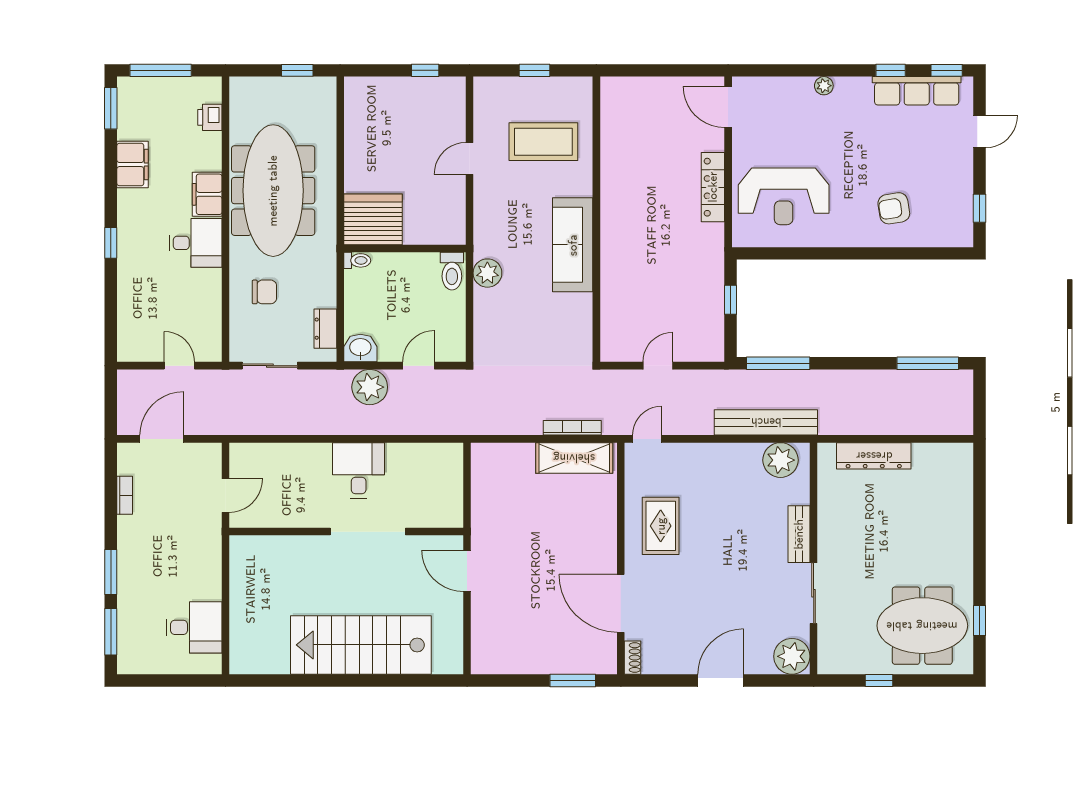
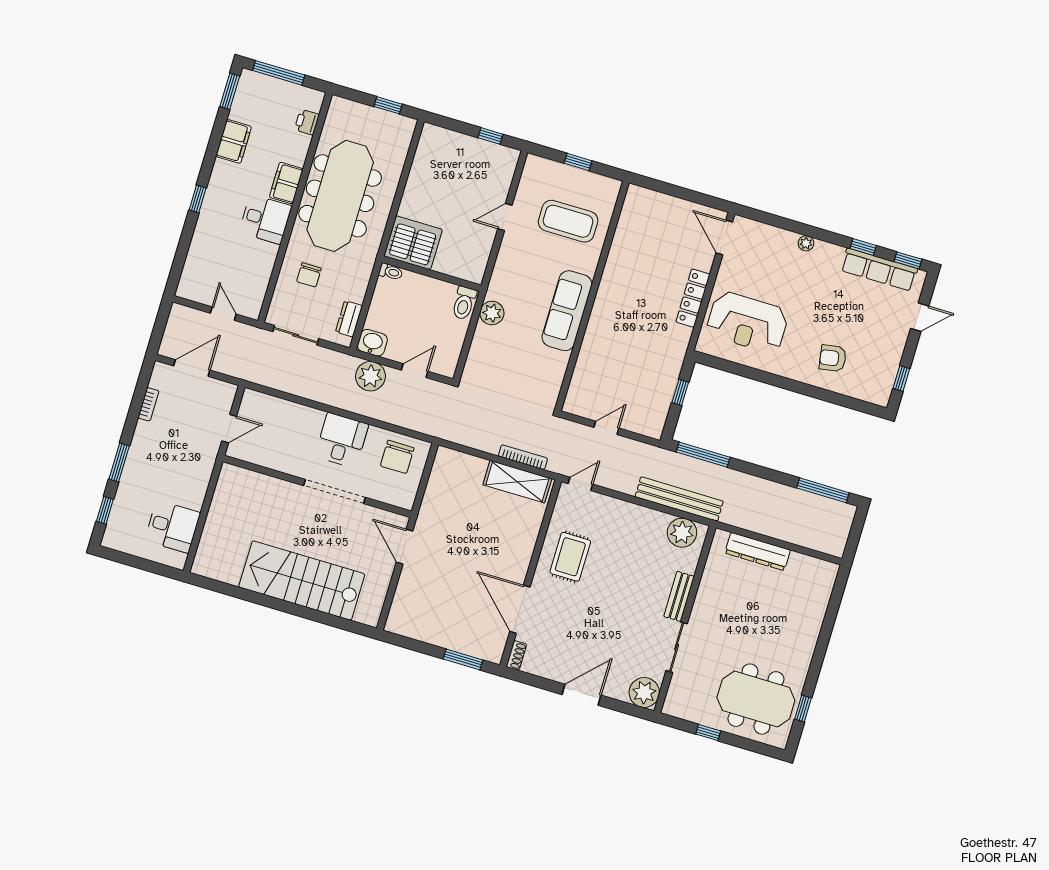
chair: (264, 292) -> (309, 275), turned 90
chair: (428, 470) -> (397, 457), added
window: (111, 632) -> (105, 510), width x0.67

